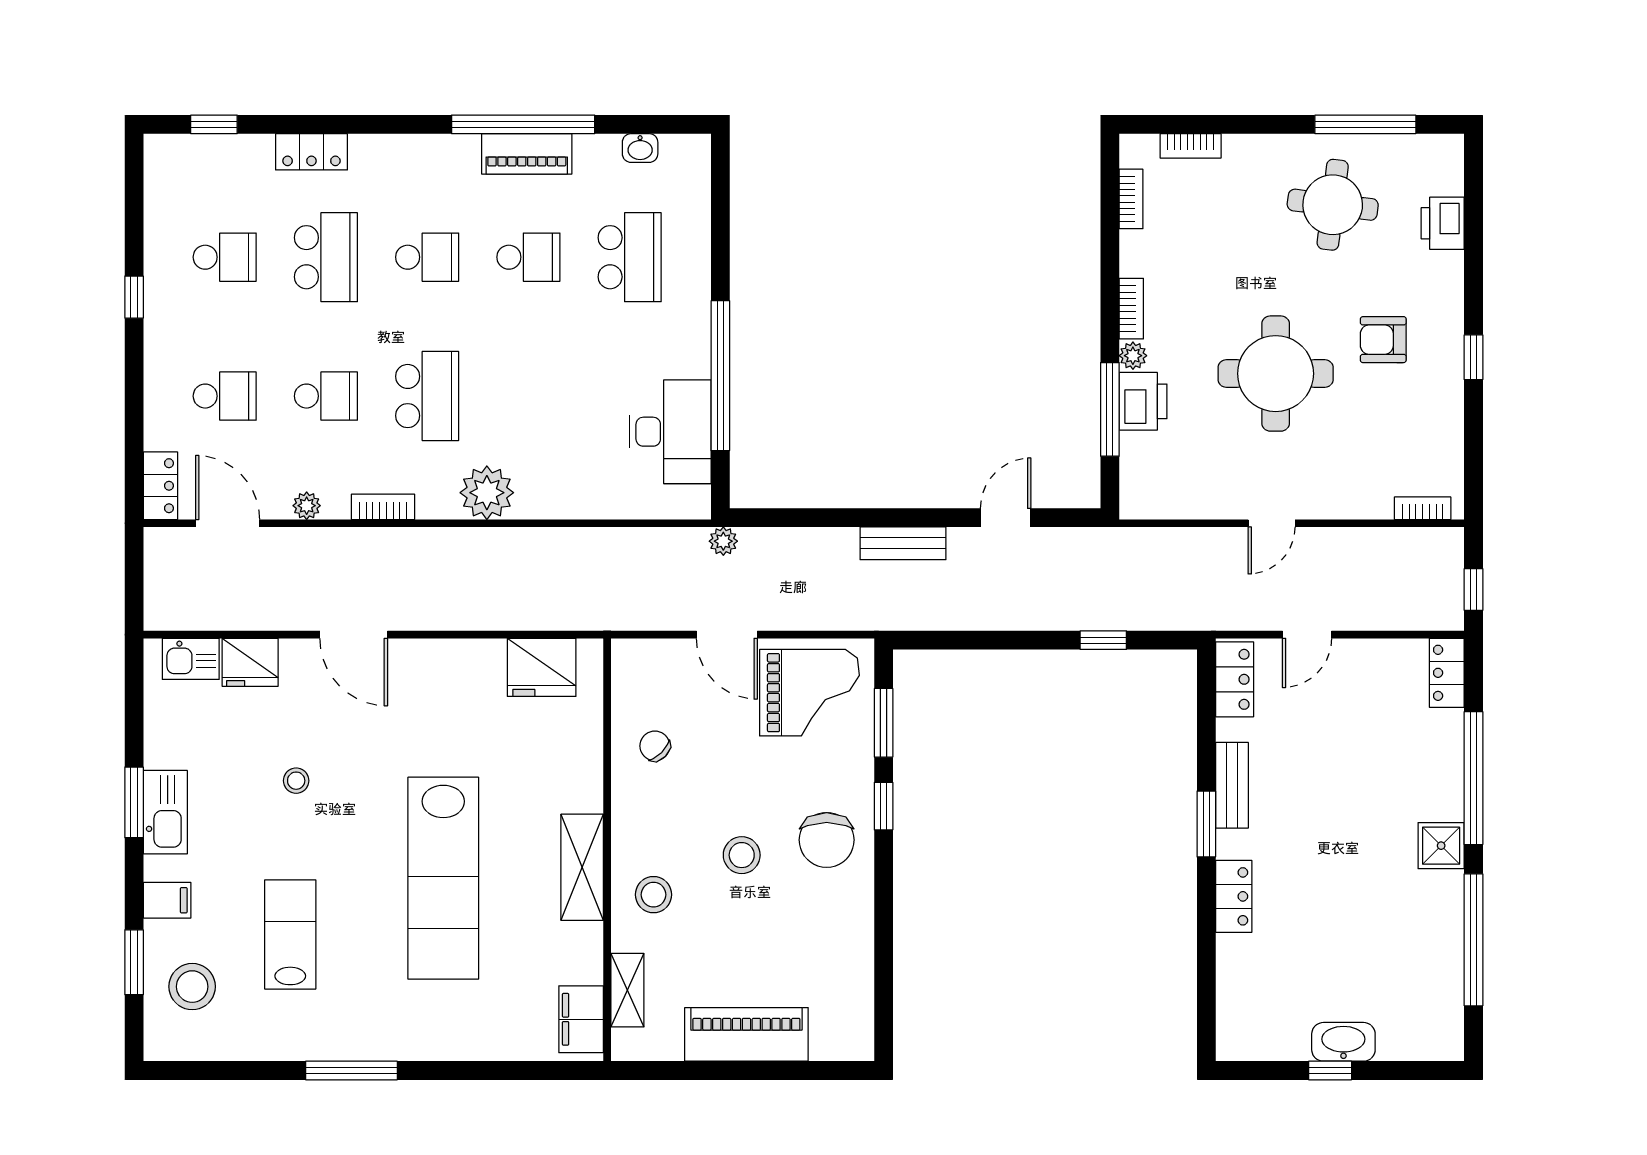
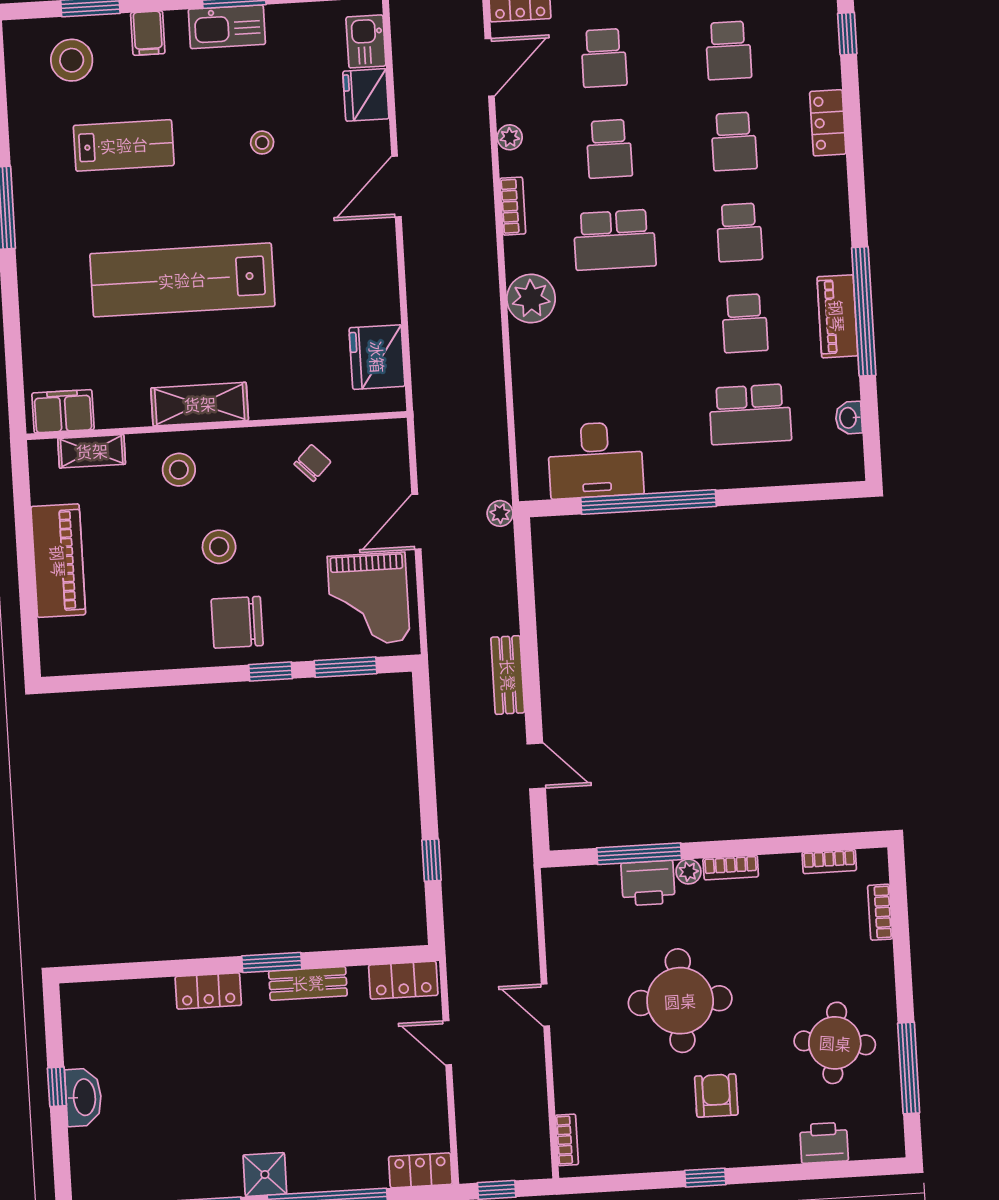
school desk: (326, 257) -> (734, 141), width x0.54

